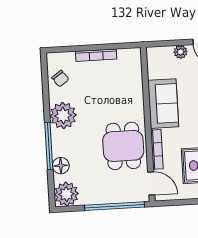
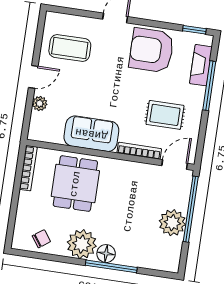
bookcase: (96, 55) -> (28, 168), moved
dining table: (123, 146) -> (75, 184), moved, turned 90
floor lamp: (61, 166) -> (106, 254), moved
plant: (66, 194) -> (172, 223), moved

